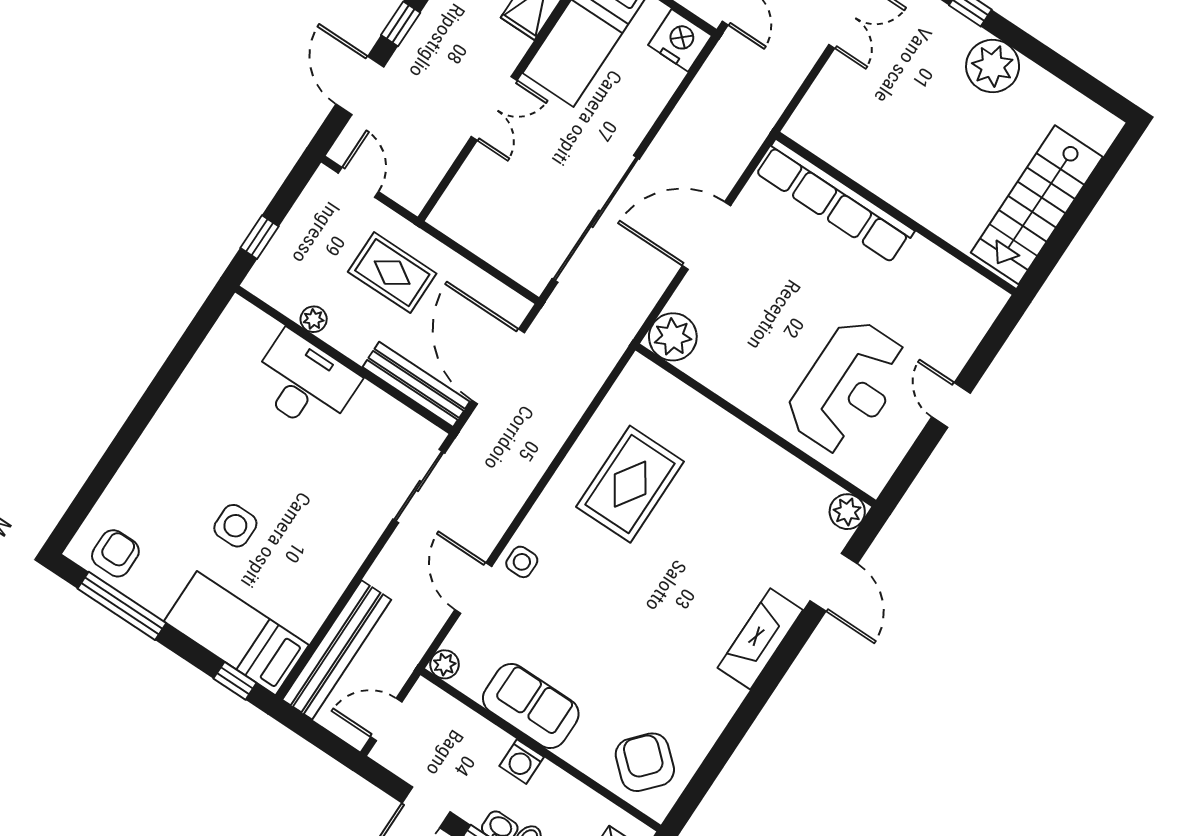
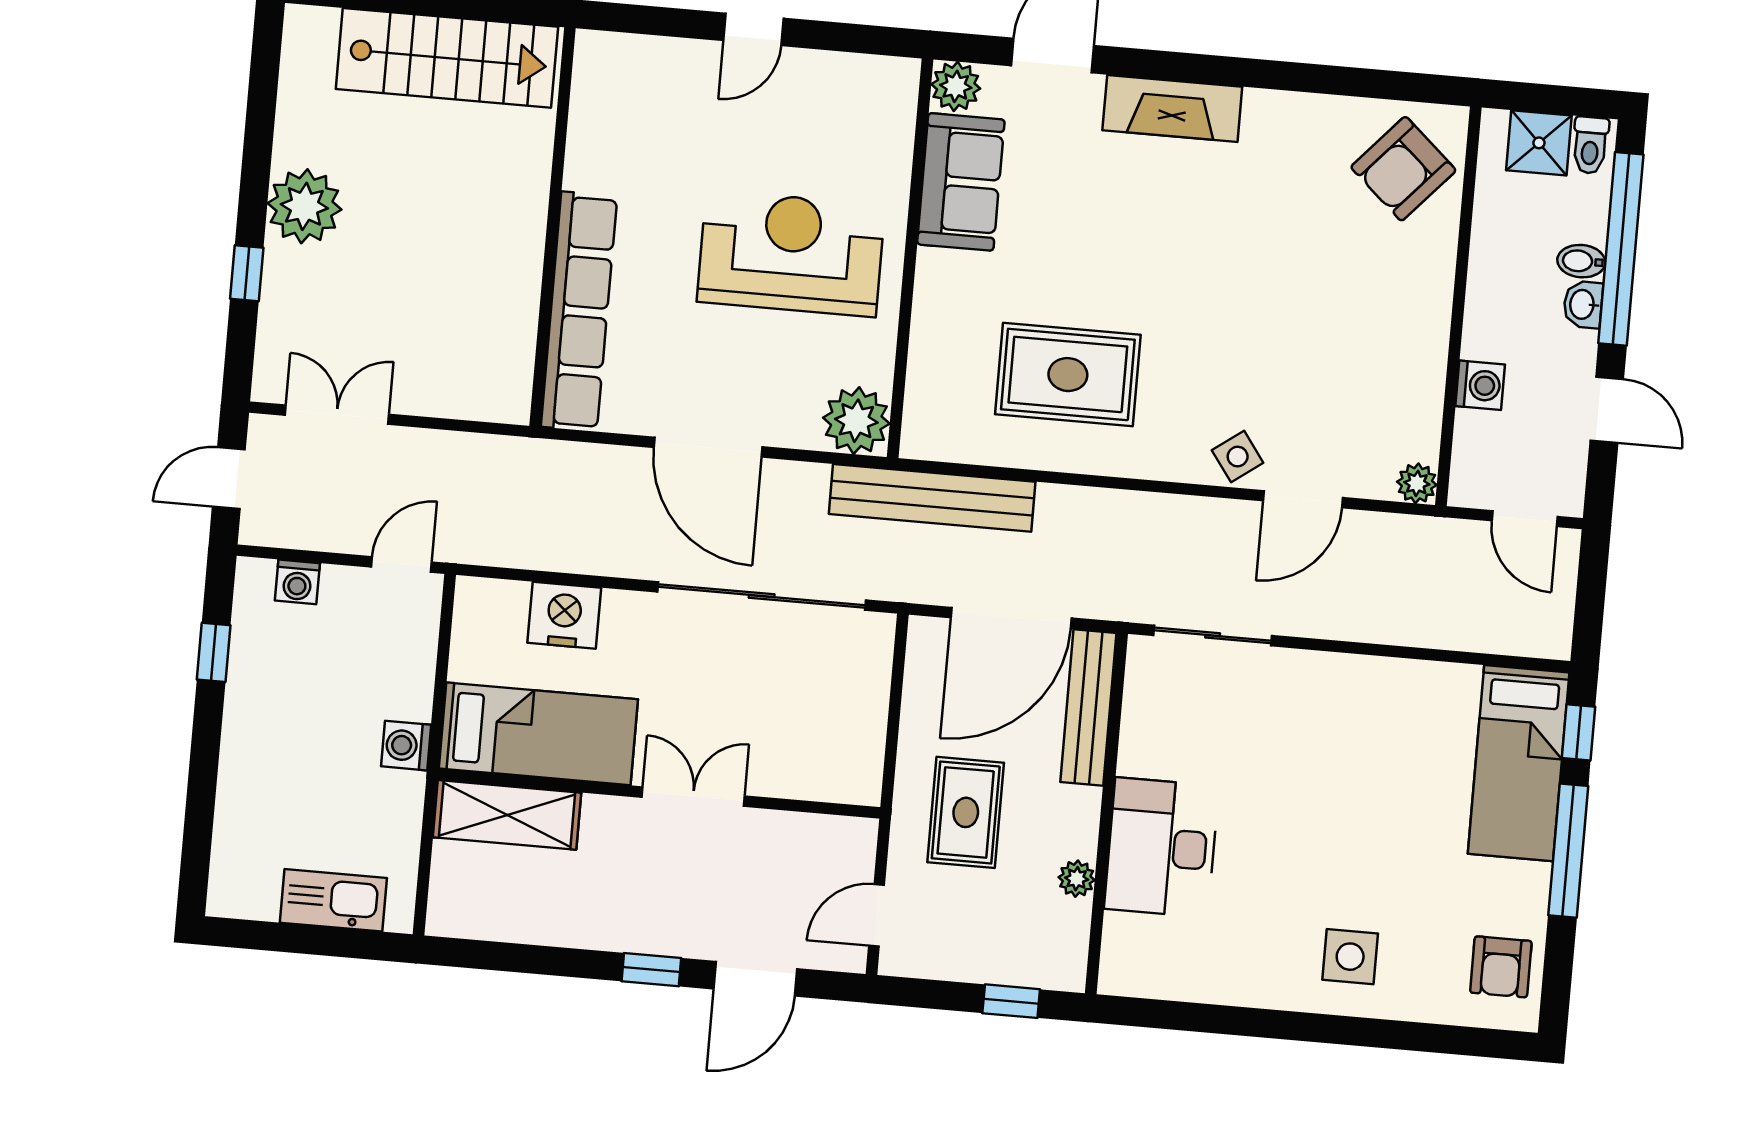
nightstand: (680, 40) -> (564, 615), moved, turned 90
reception desk: (848, 387) -> (791, 254), moved
side table: (235, 526) -> (1350, 957), moved
armchair: (115, 553) -> (1501, 967), turned -90
side table: (522, 562) -> (1238, 457), turned -36
window: (122, 606) -> (1568, 851), moved
bench: (337, 650) -> (932, 498), moved
sofa: (531, 706) -> (961, 182), moved, turned 180
washing machine: (522, 762) -> (1480, 385), moved

